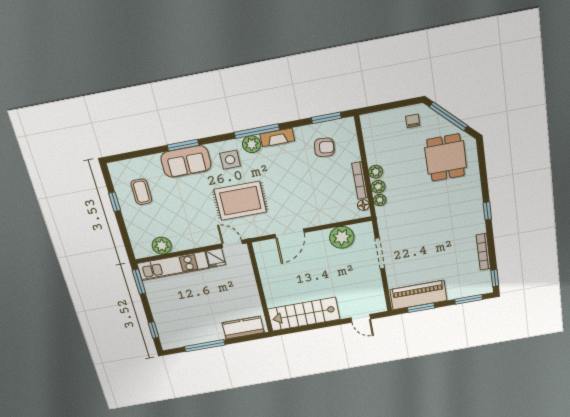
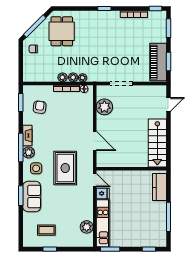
dining table: (446, 158) -> (62, 31), turned 90
door: (232, 244) -> (95, 180), swing flipped

